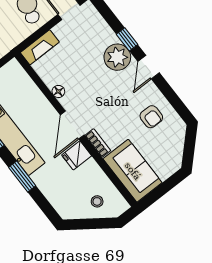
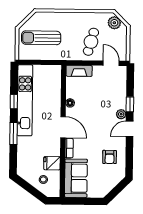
plant: (117, 57) -> (121, 114), width x0.53, depth x0.53
door: (72, 125) -> (63, 127), swing flipped
fridge: (77, 155) -> (52, 163), moved

